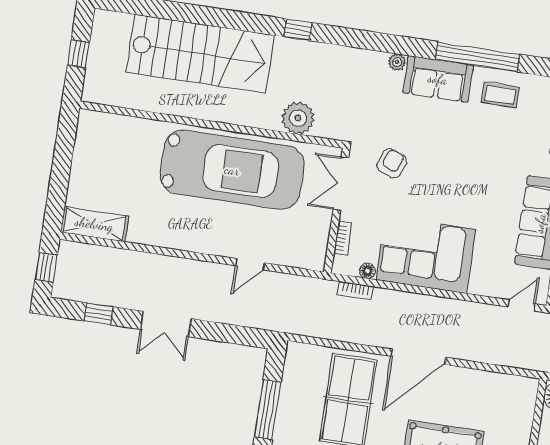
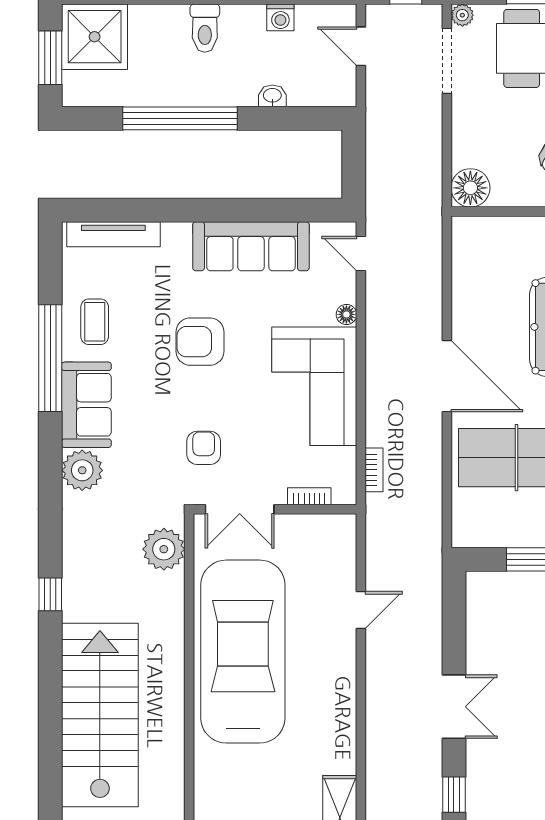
plant: (397, 62) -> (82, 470), width x1.87, depth x1.87
plant: (298, 118) -> (164, 549), moved
armchair: (392, 163) -> (204, 448), turned 69
armchair: (473, 173) -> (200, 342), added
door: (250, 264) -> (361, 610), hinge flipped
floor lamp: (367, 271) -> (346, 314), moved

